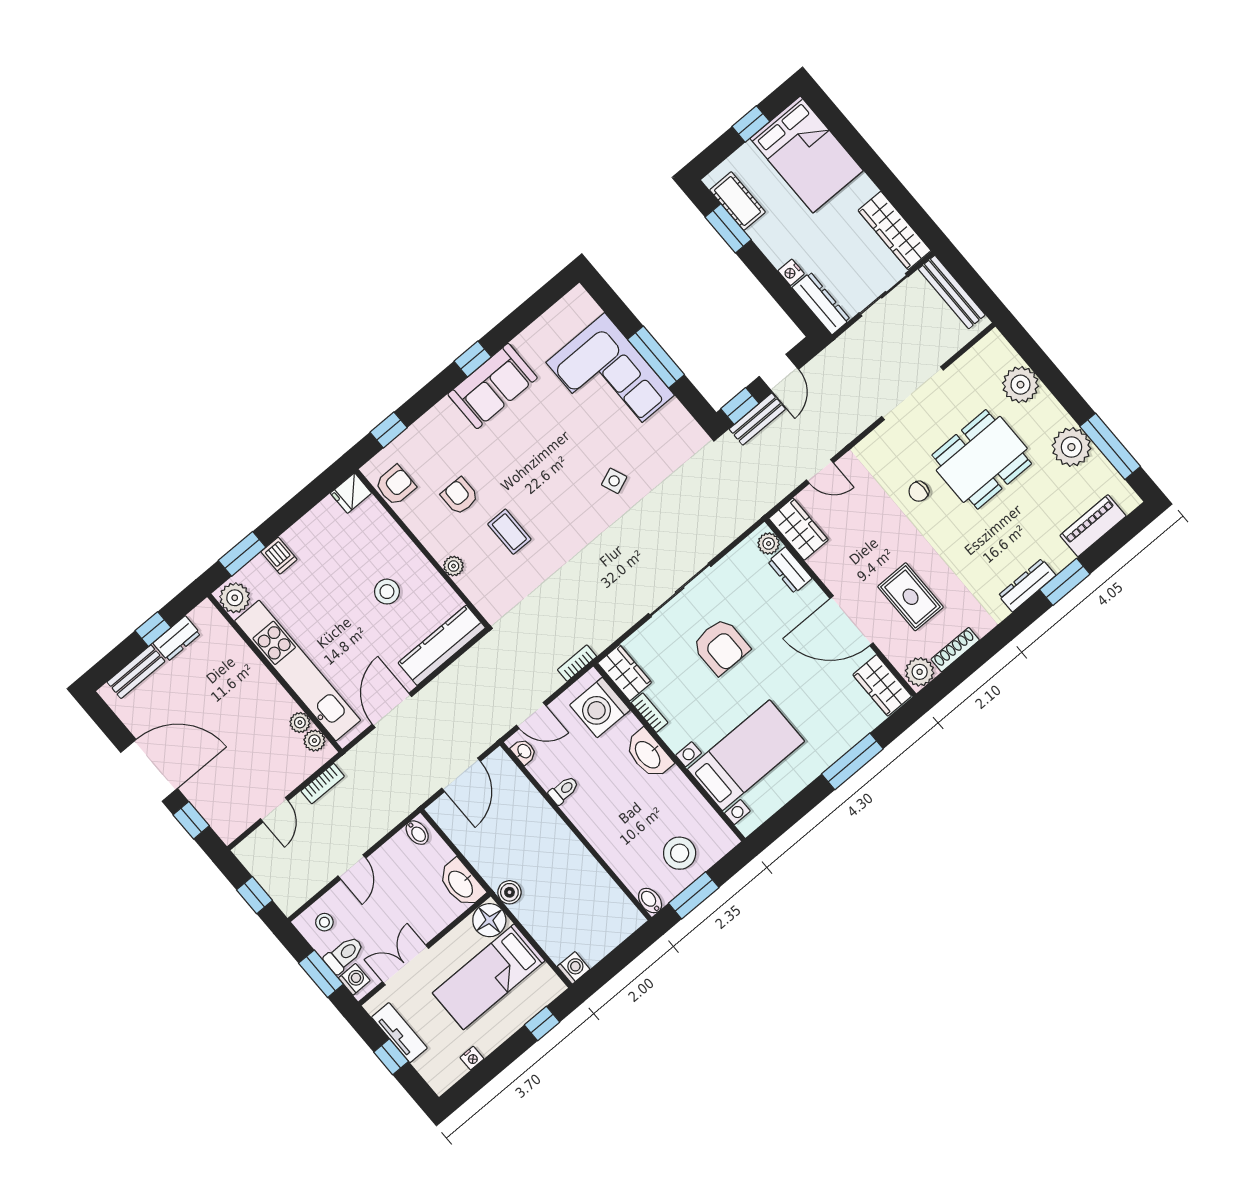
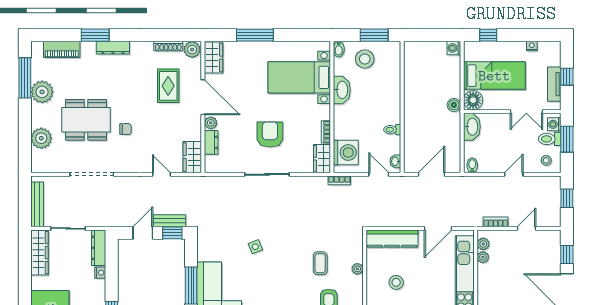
plant: (769, 544) -> (211, 123), moved
washbasin: (648, 754) -> (342, 90), moved
bidet: (650, 900) -> (339, 49), moved

